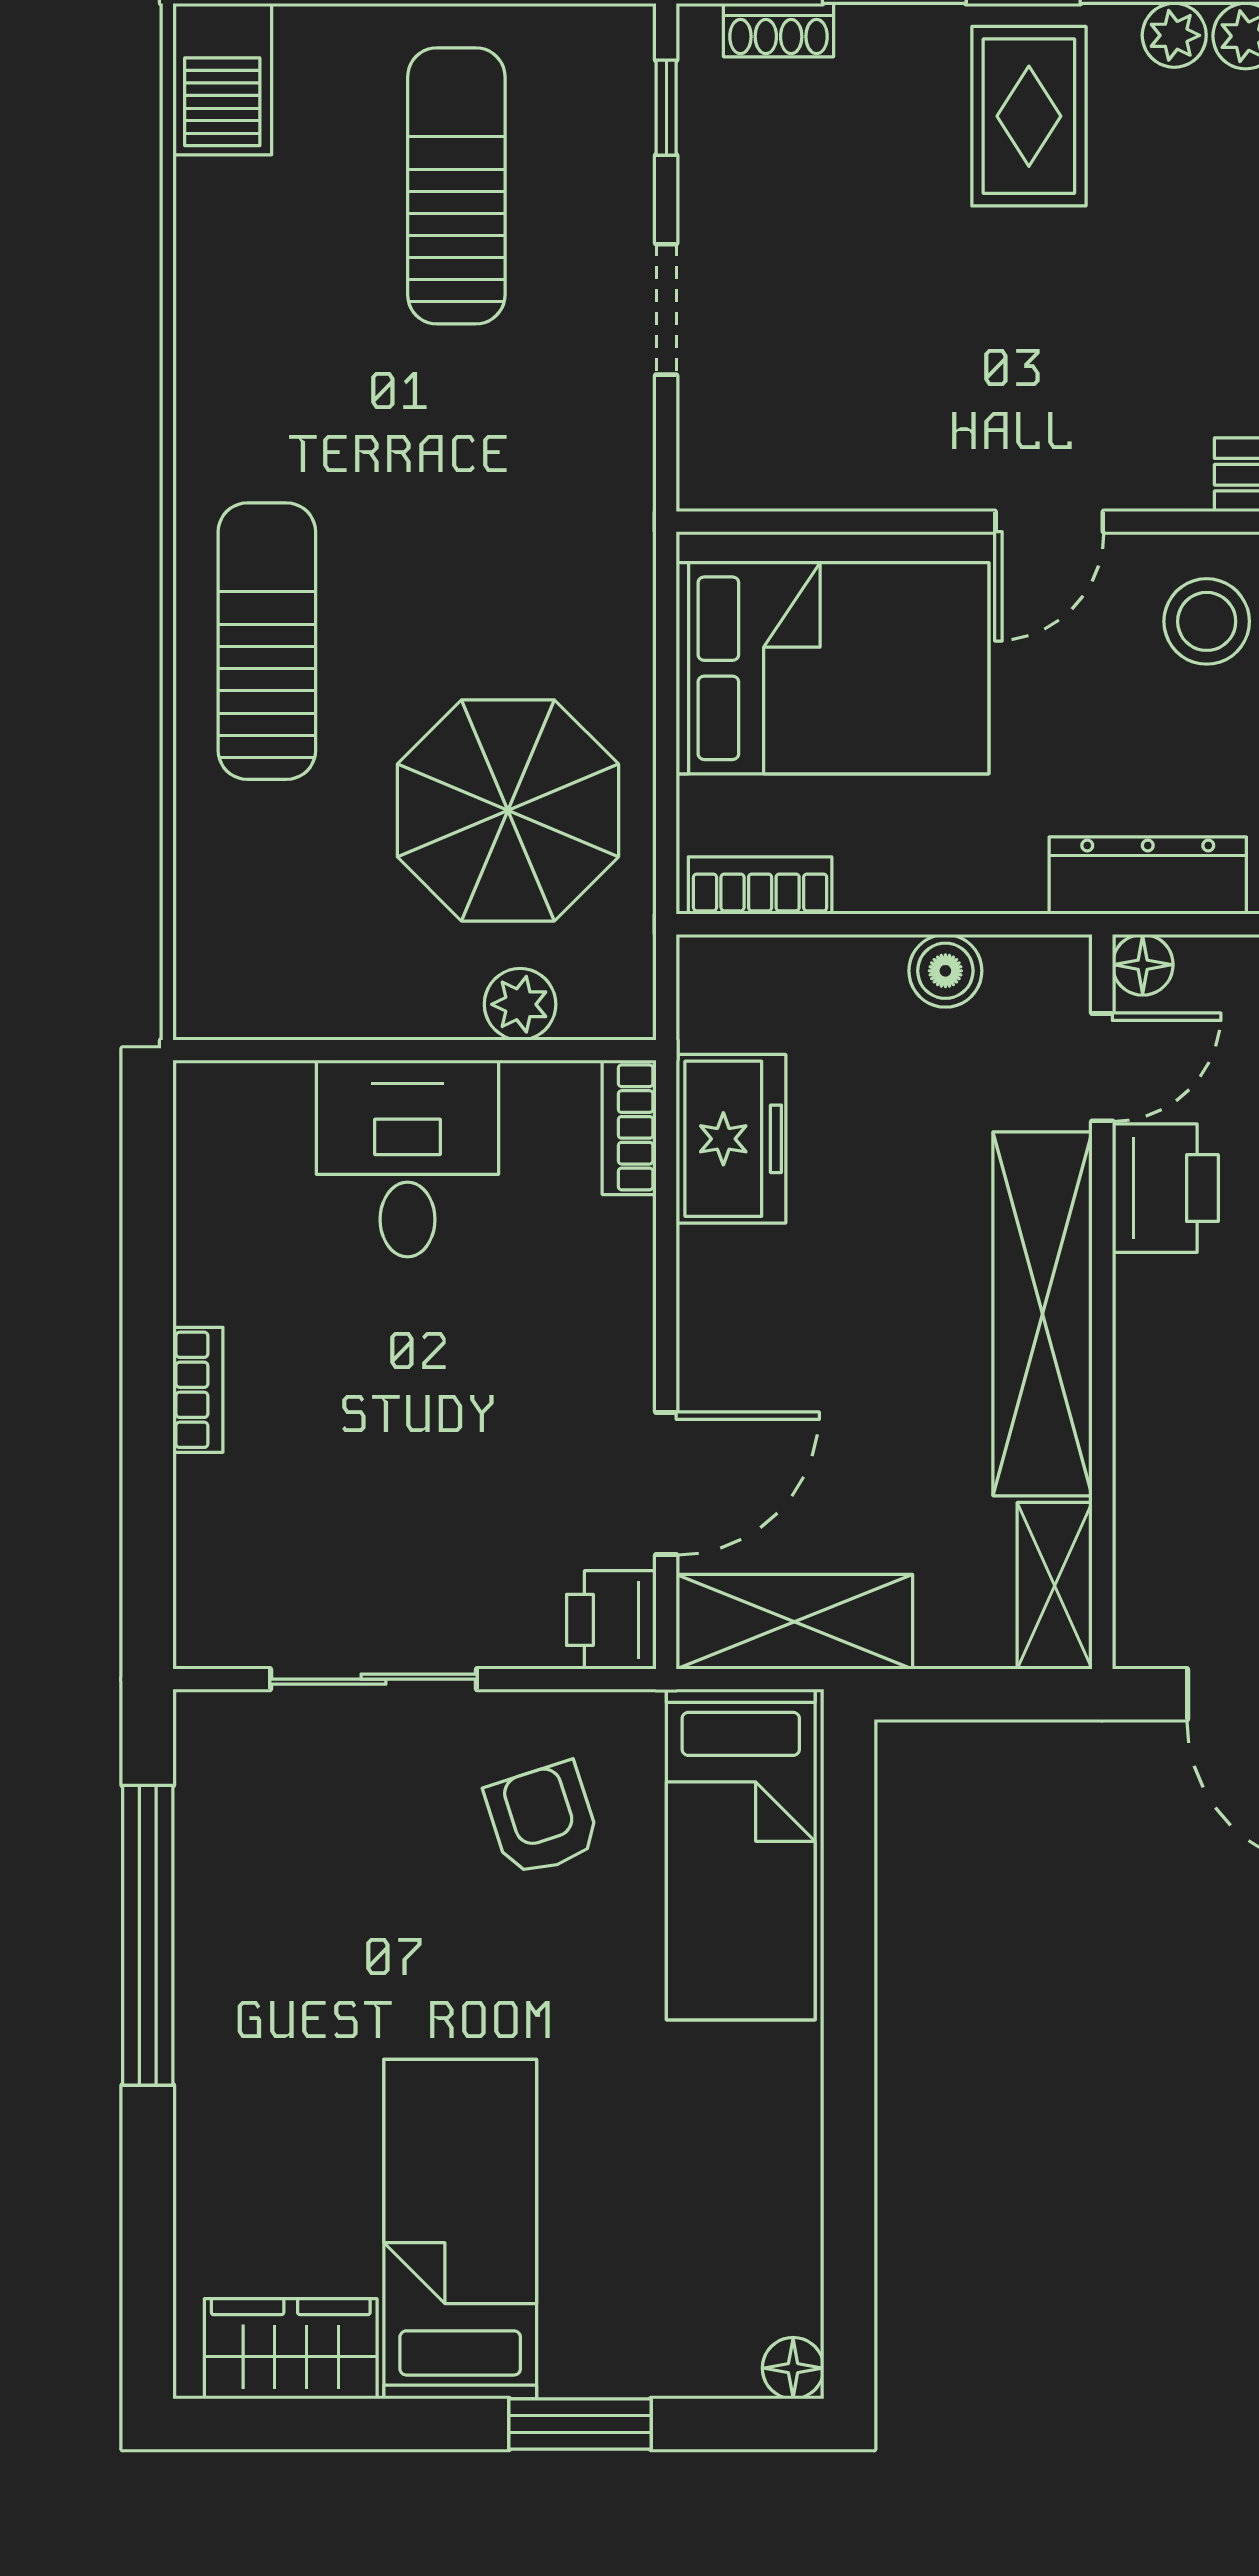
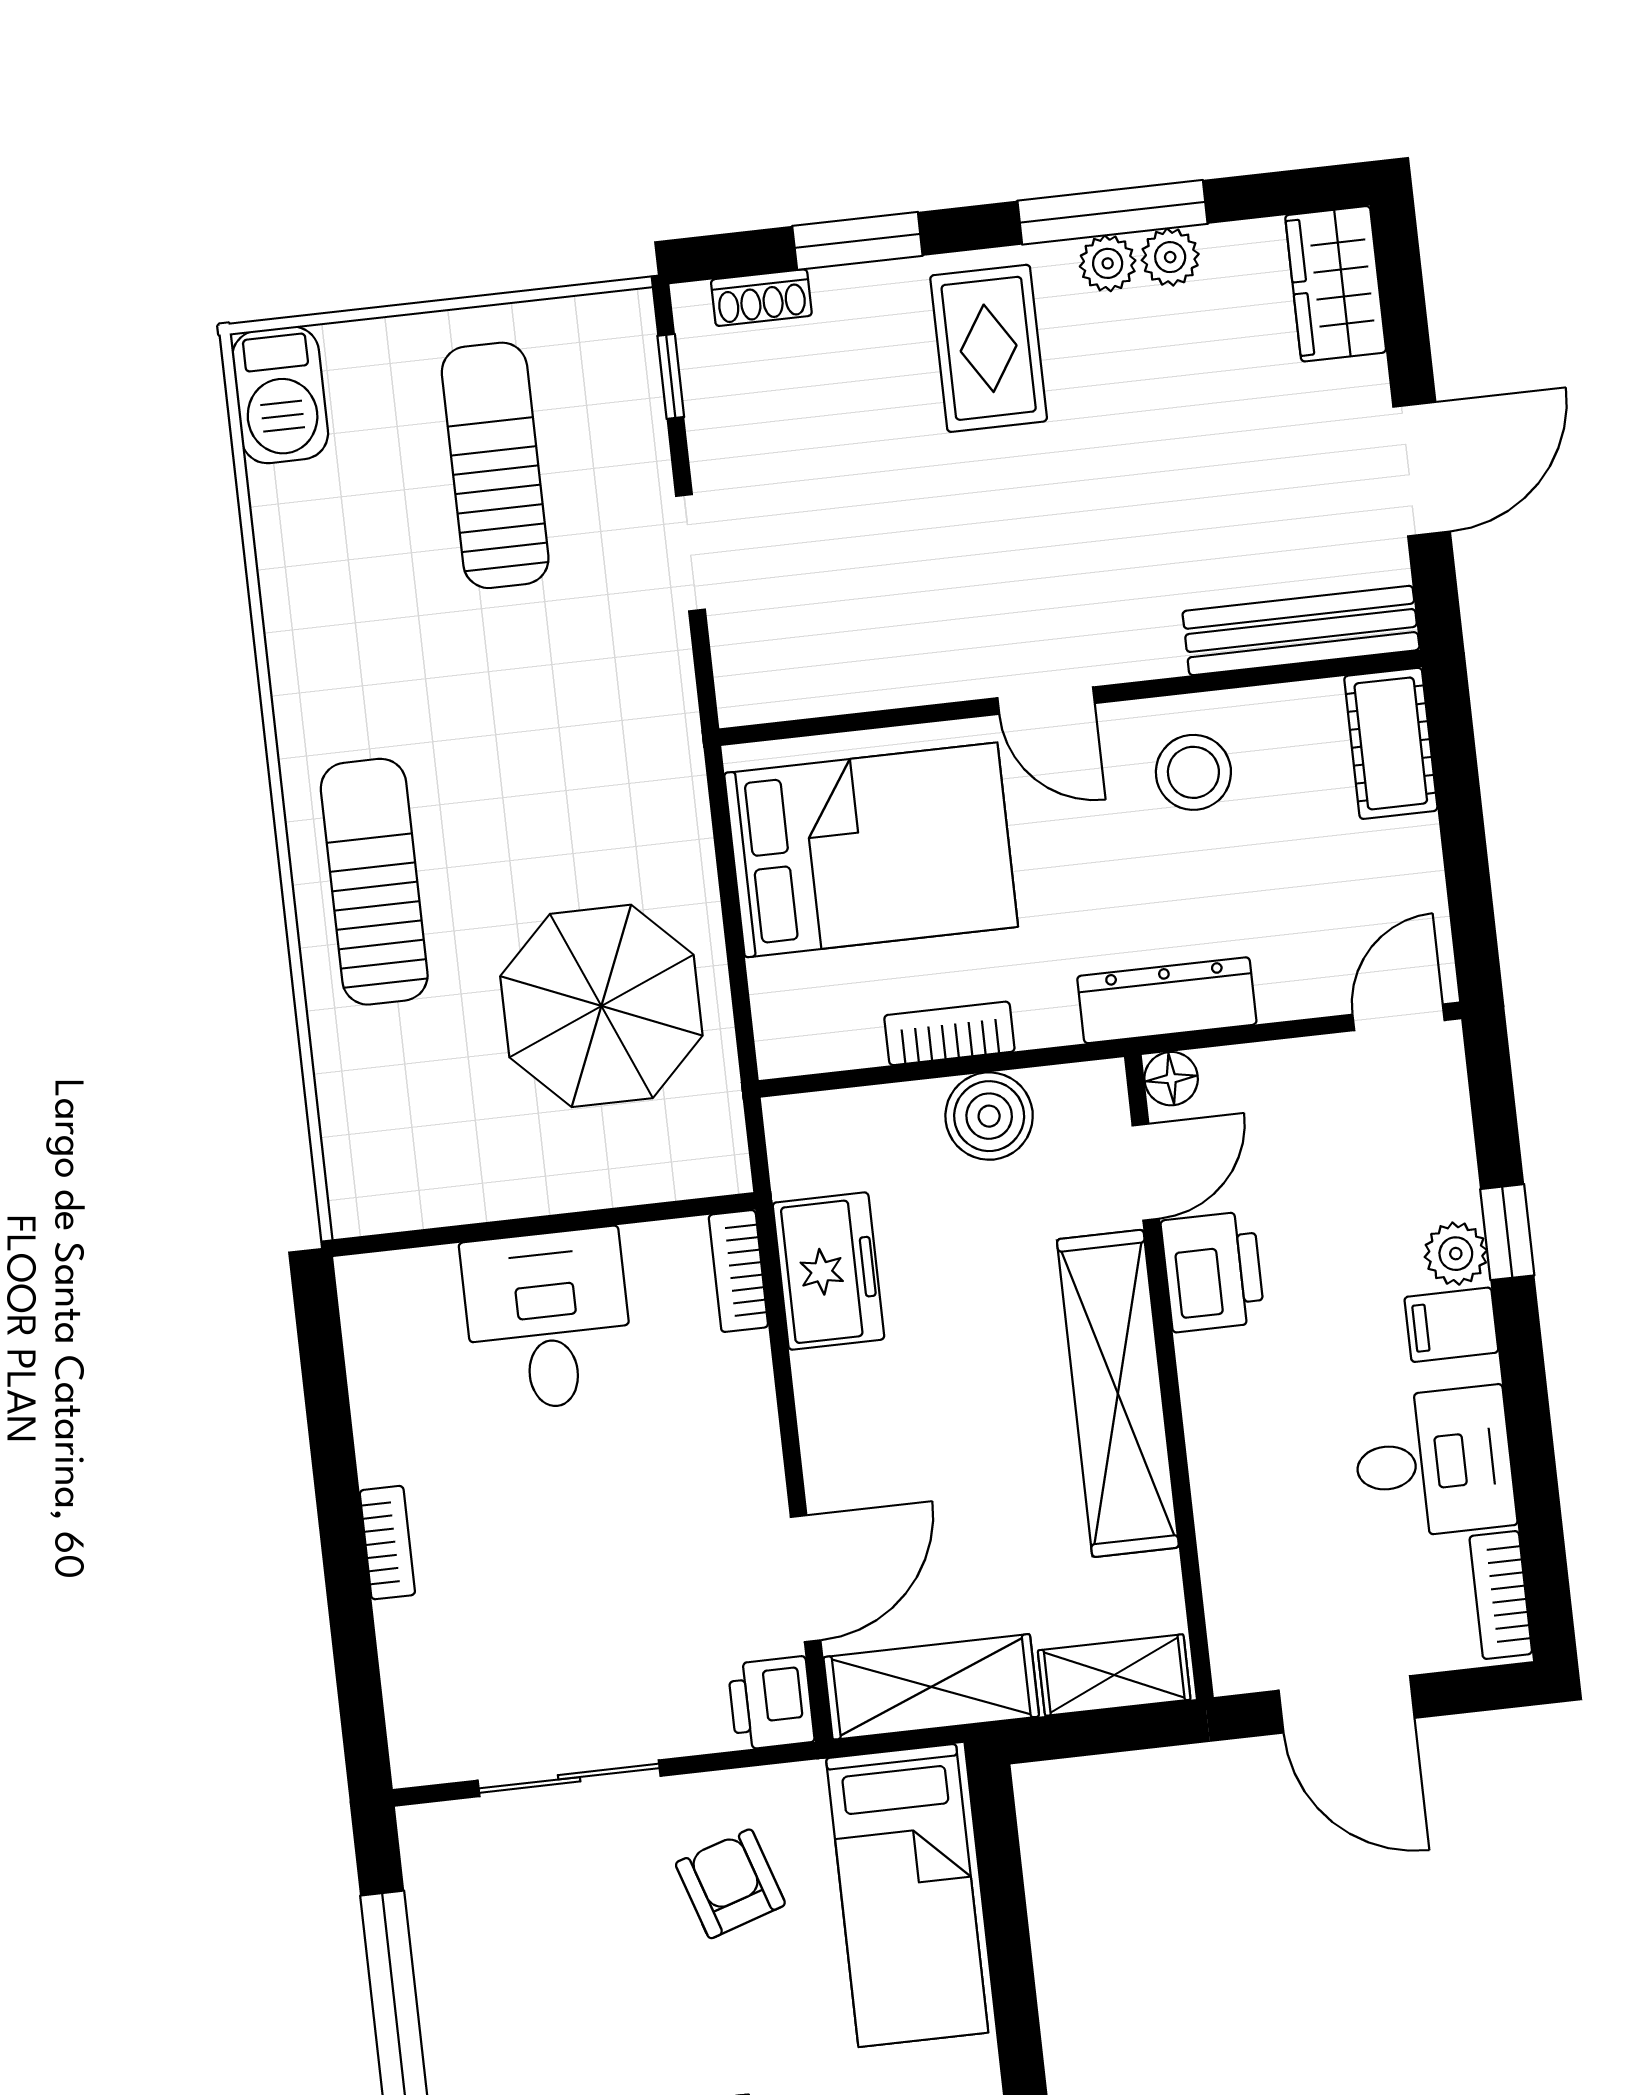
door: (1049, 522) -> (1046, 701), hinge flipped
bookcase: (760, 886) -> (949, 1033), moved
boiler: (945, 971) -> (989, 1116), width x1.36, depth x1.36
plant: (520, 1004) -> (631, 1174), removed
shelving: (1055, 1586) -> (1114, 1675), moved, turned 90

